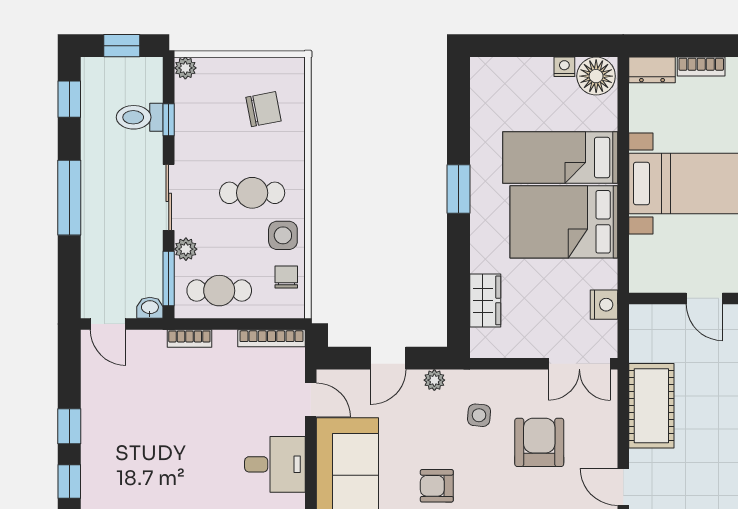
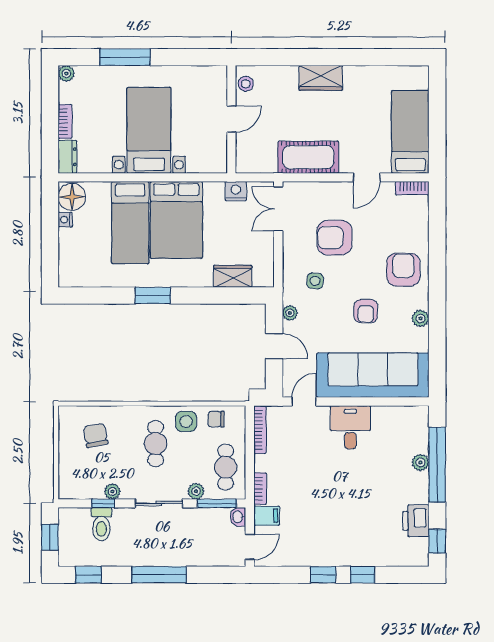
plant: (185, 68) -> (112, 491), moved
filing cabinet: (152, 348) -> (267, 516), added
double door: (579, 364) -> (278, 209), swing flipped

